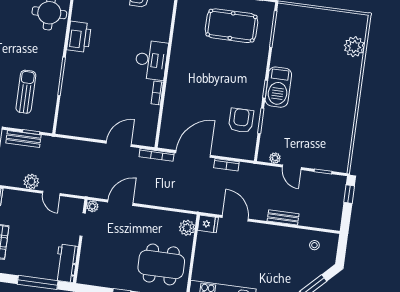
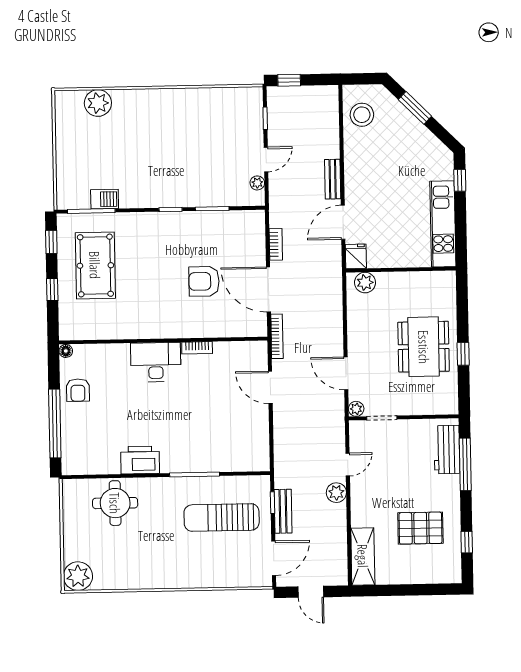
barbecue: (278, 87) -> (105, 199), moved, width x0.53, depth x0.65
sun lounger: (26, 92) -> (222, 517), width x1.36, depth x1.34
armchair: (241, 120) -> (204, 281), moved
bench: (283, 217) -> (333, 179), moved
stool: (314, 245) -> (362, 115), width x1.89, depth x1.89
workbench: (66, 263) -> (447, 450), moved, turned 90
dining table: (161, 264) -> (424, 347), moved

